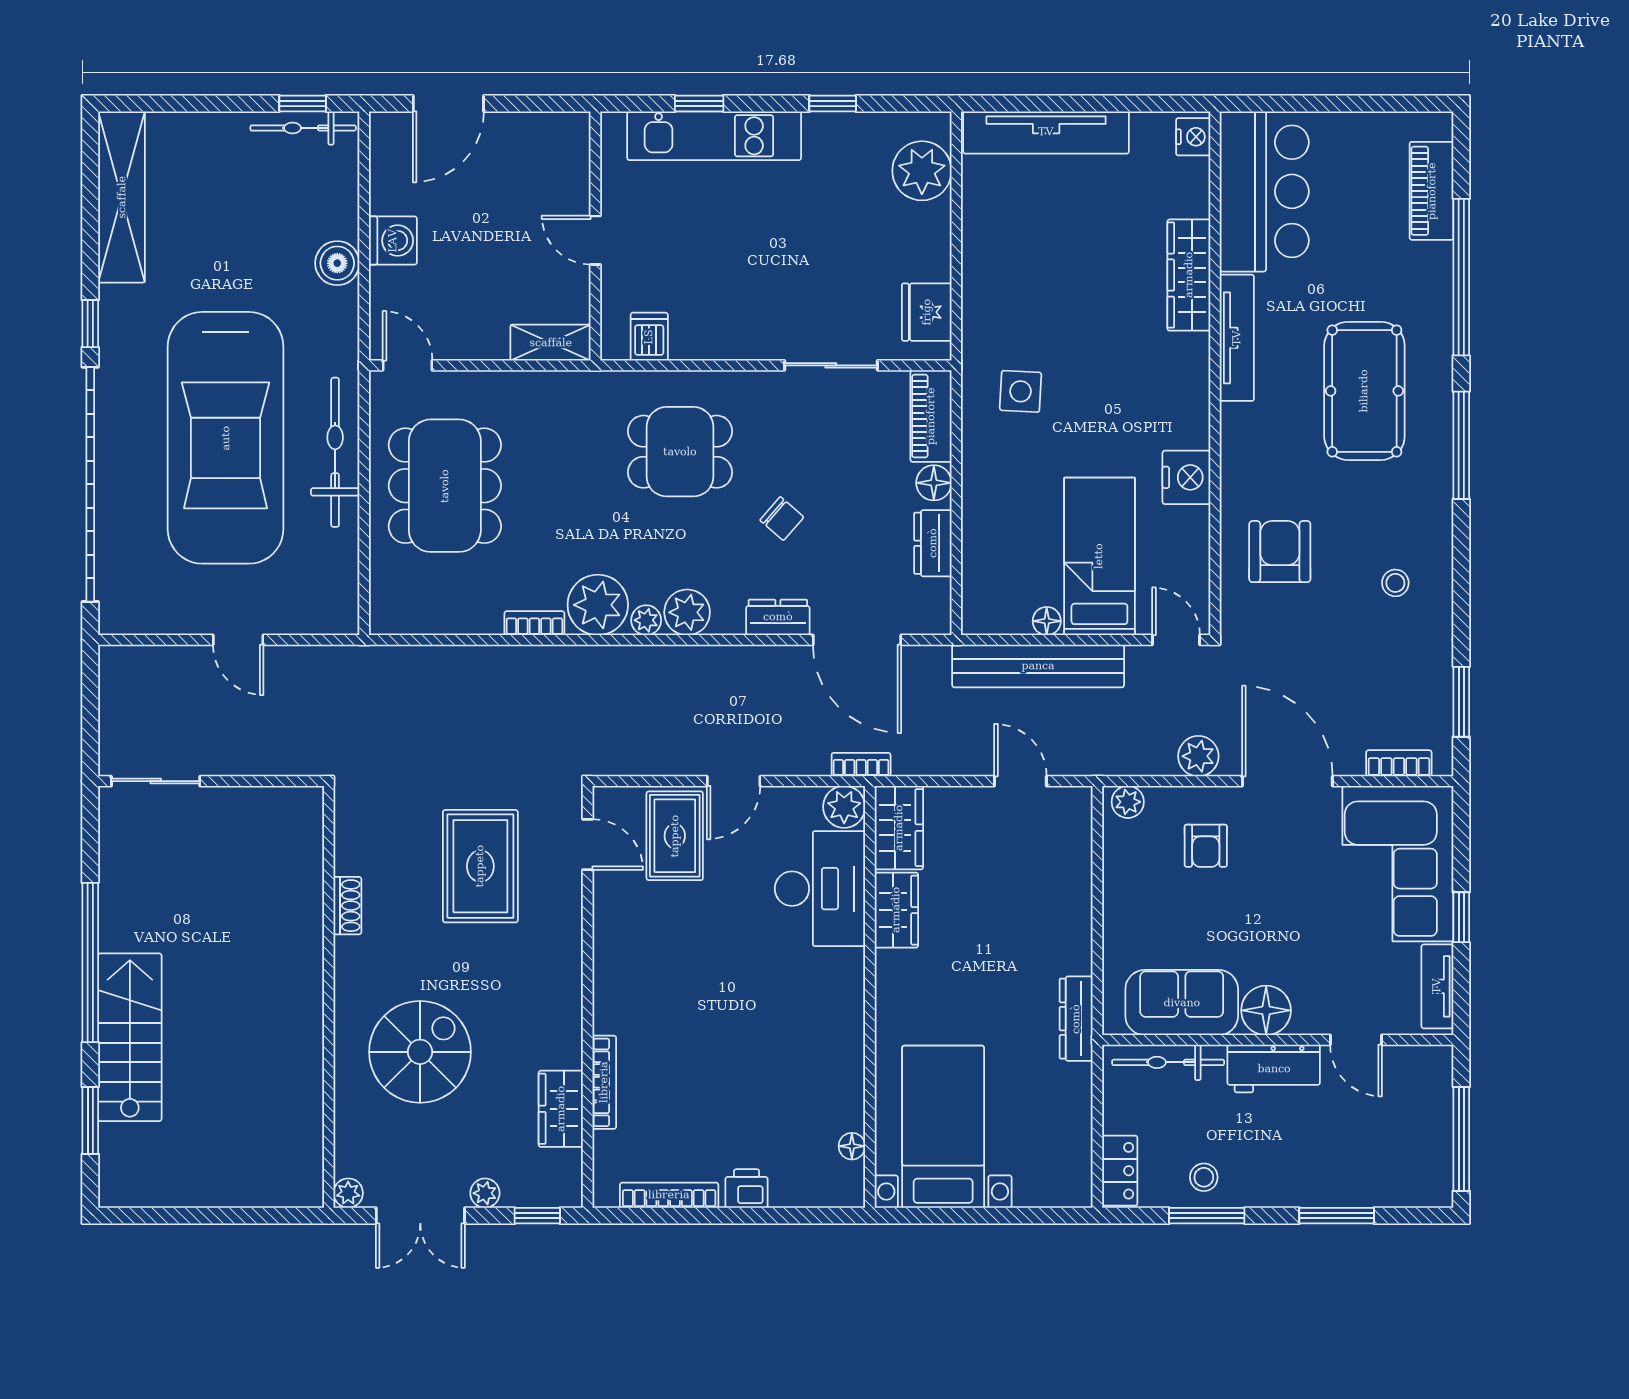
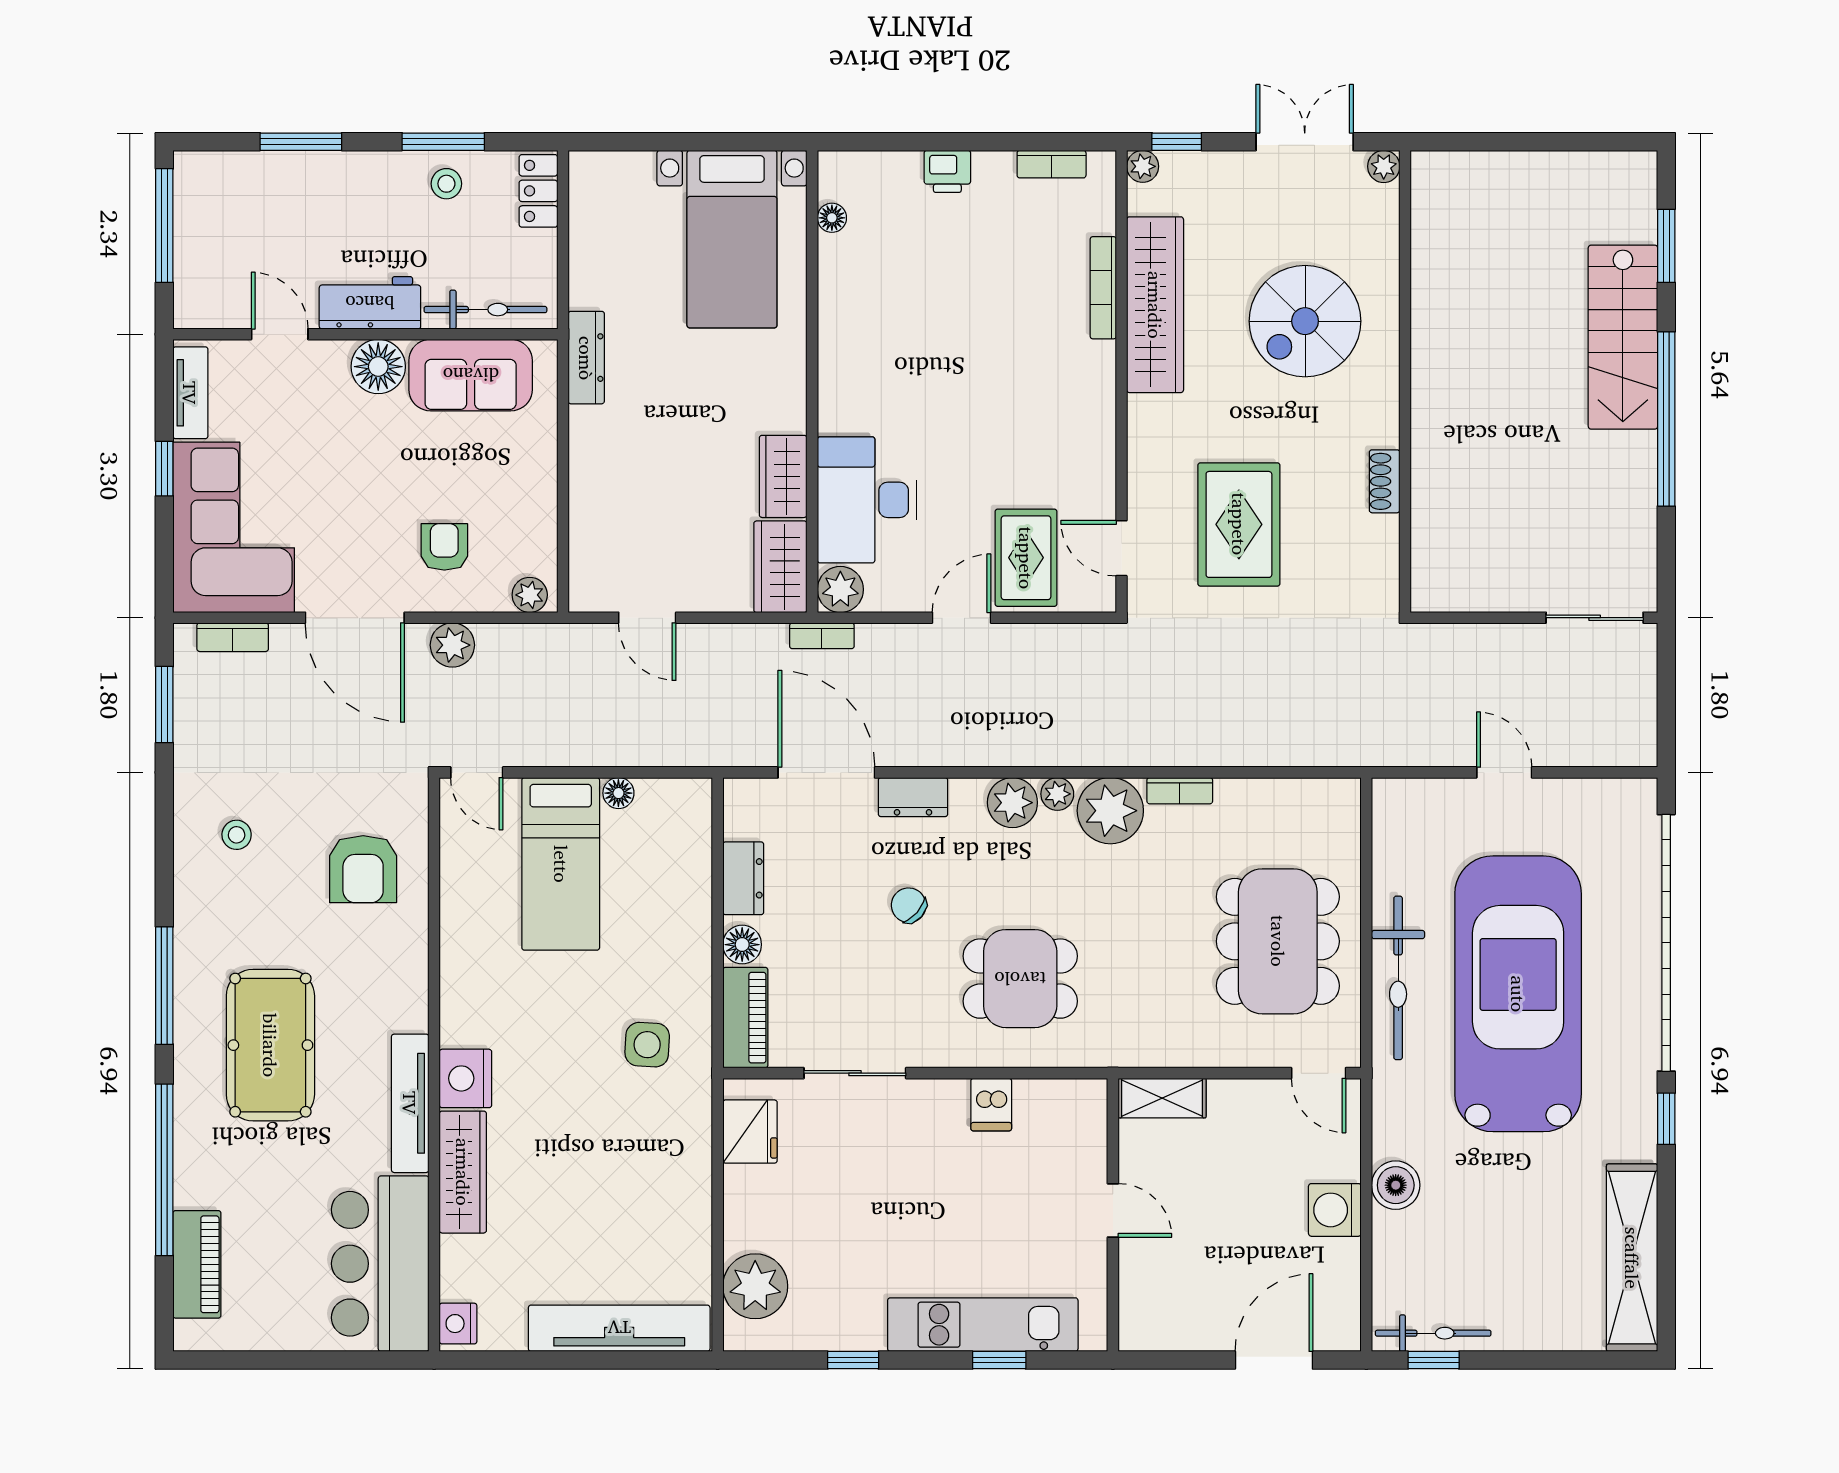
dishwasher: (649, 337) -> (991, 1105), moved
nightstand: (1186, 477) -> (465, 1078), moved
bench: (1038, 666) -> (628, 744), removed
wardrobe: (561, 1109) -> (1155, 305), width x2.10, depth x1.17
plant: (485, 1193) -> (1143, 166), moved
bookcase: (669, 1195) -> (1052, 164), width x0.64

